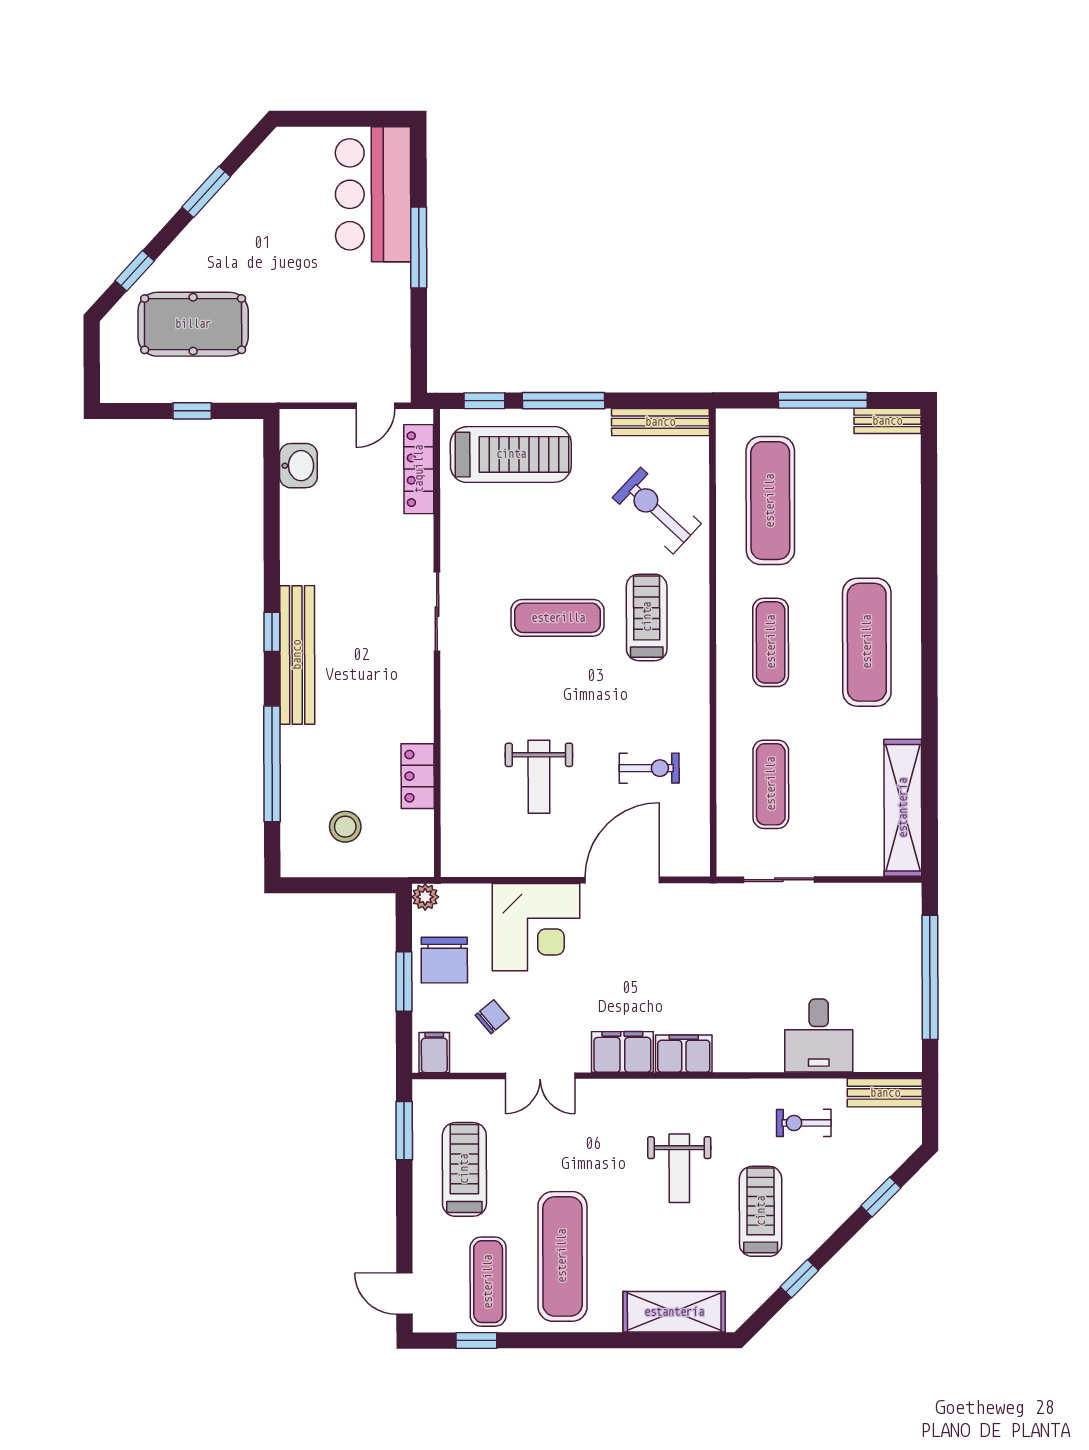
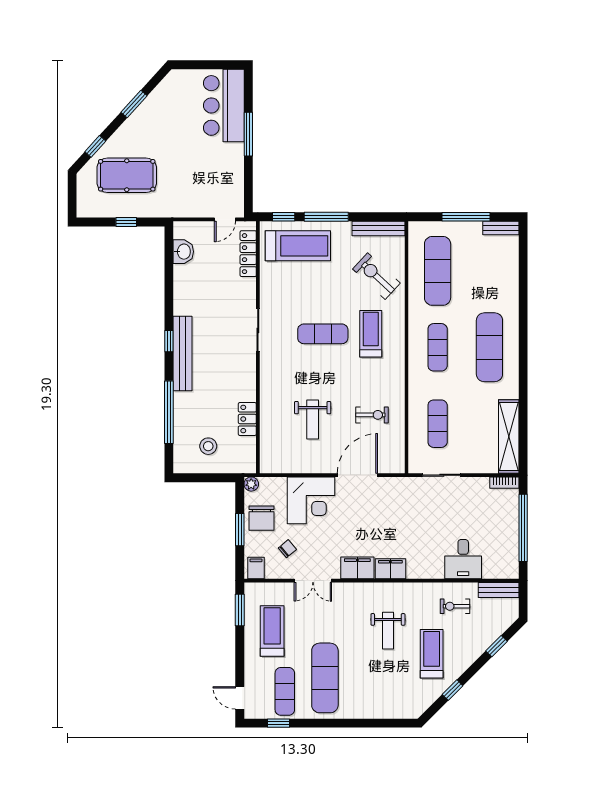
bookcase: (895, 893) -> (504, 483), added
shelving: (674, 1312) -> (385, 708), removed

